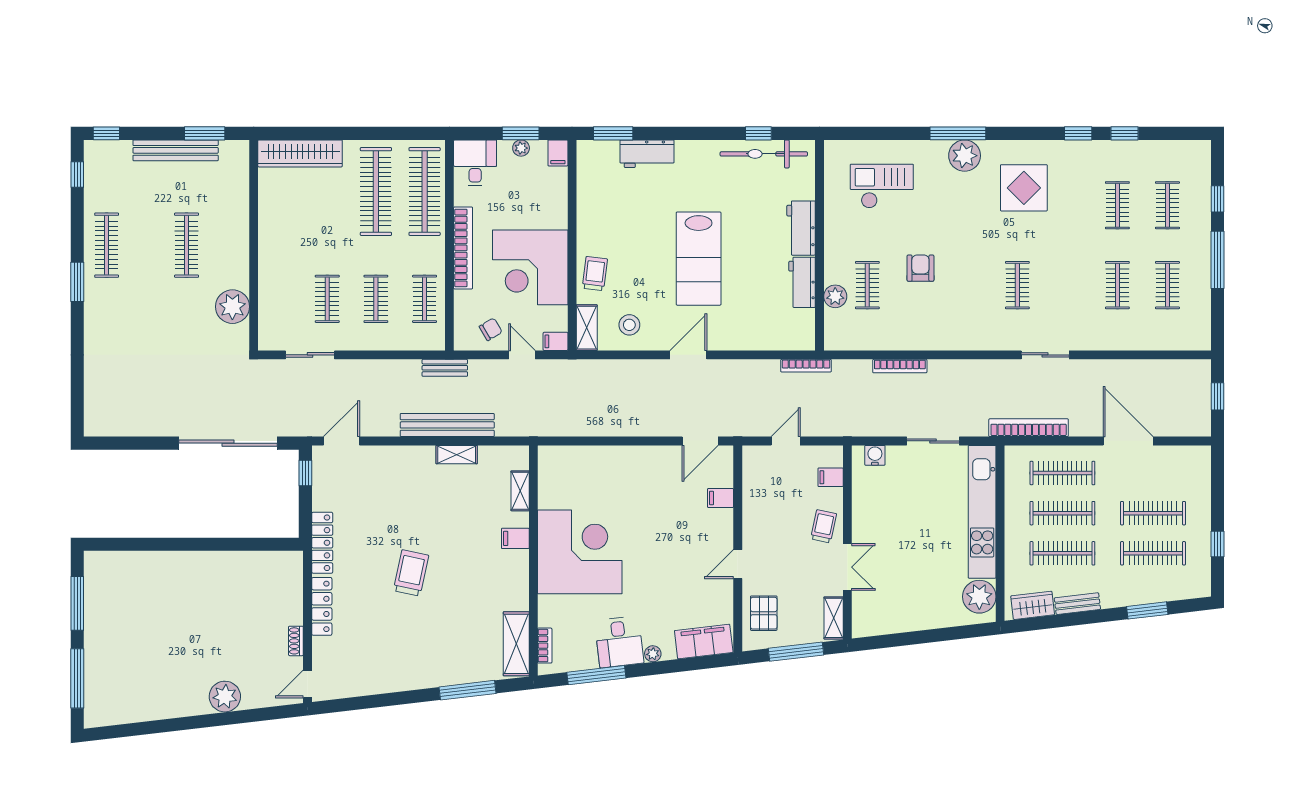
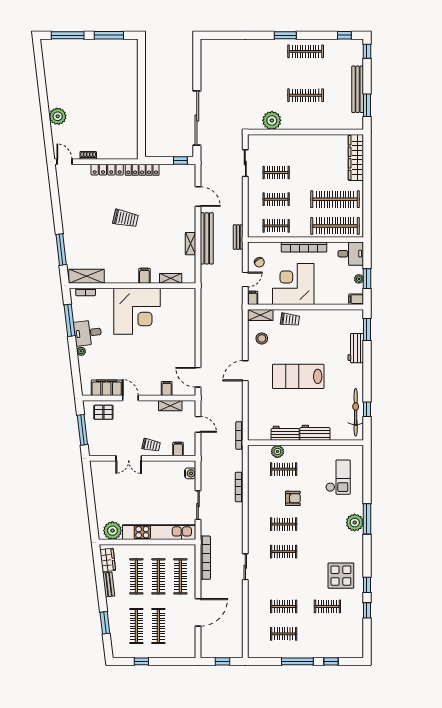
display table: (1024, 188) -> (341, 576), moved
clothes rail: (1167, 205) -> (284, 524), moved
door: (688, 355) -> (245, 371), swing flipped
door: (341, 441) -> (198, 197), moved
shelving: (834, 618) -> (170, 406), moved
filing cabinet: (704, 641) -> (107, 388), moved, turned -83

